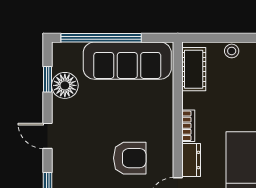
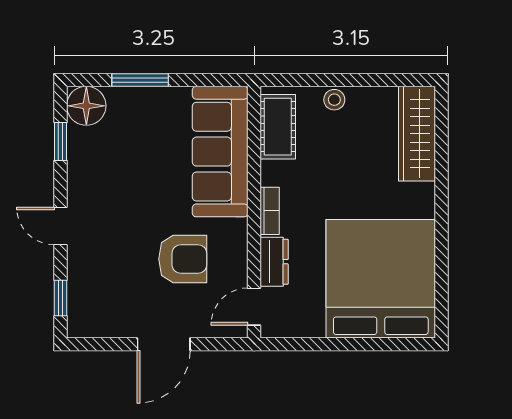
window: (101, 38) -> (140, 80), width x0.47
sofa: (127, 61) -> (220, 152), moved, turned 90
floor lamp: (65, 85) -> (86, 106), moved

